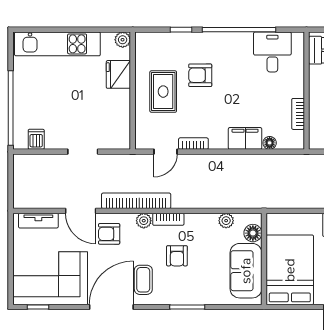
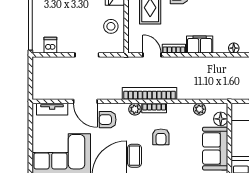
stool: (113, 115) -> (111, 26), added
filing cabinet: (245, 138) -> (200, 45), moved
door: (166, 152) -> (152, 55), swing flipped
bookcase: (136, 201) -> (150, 94), moved

